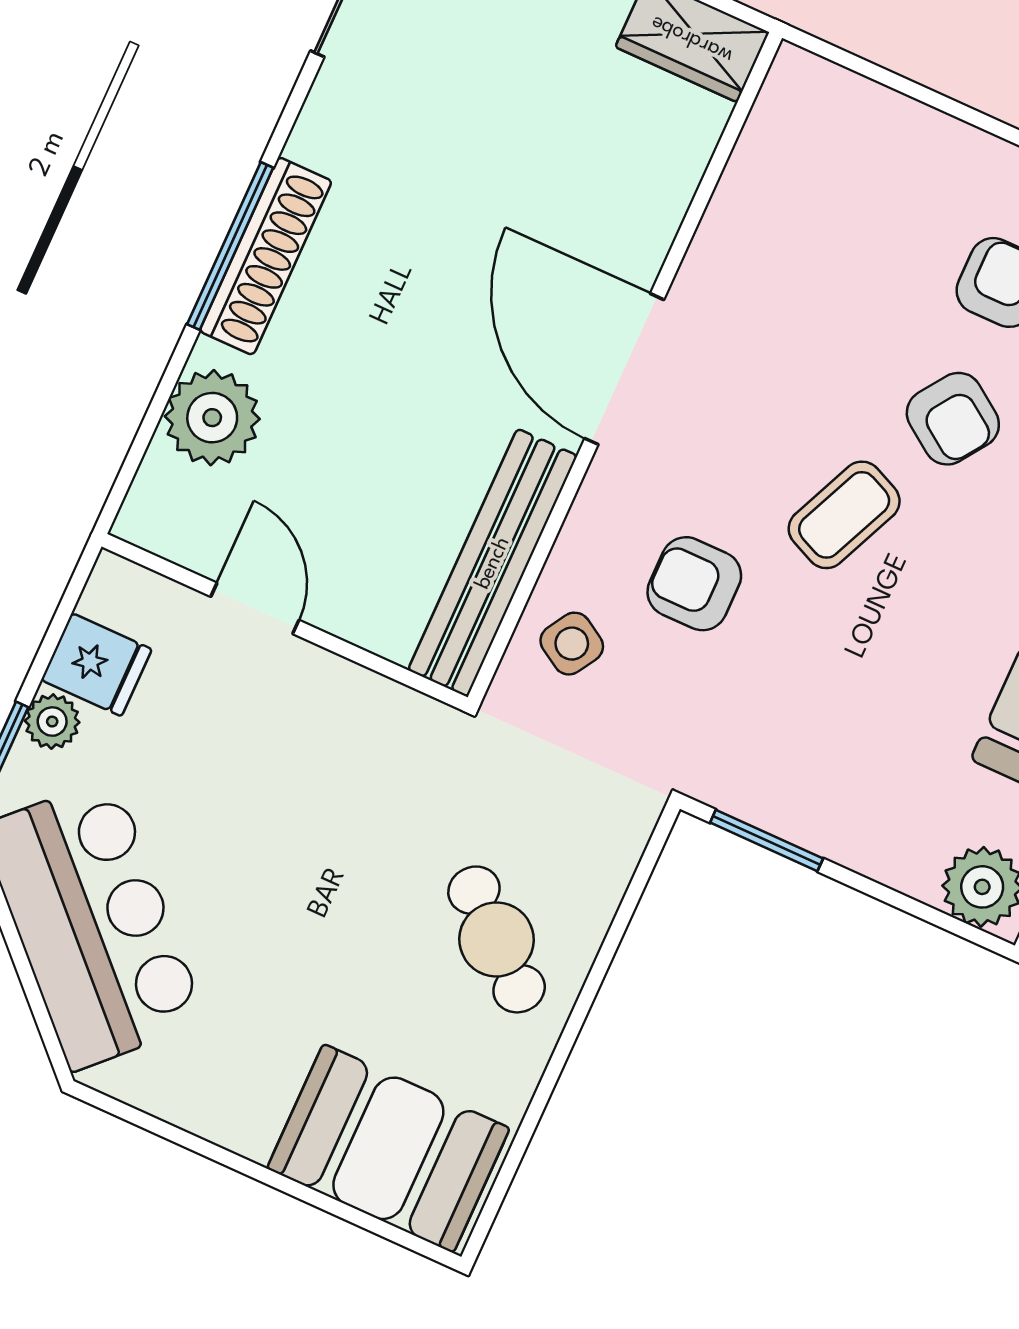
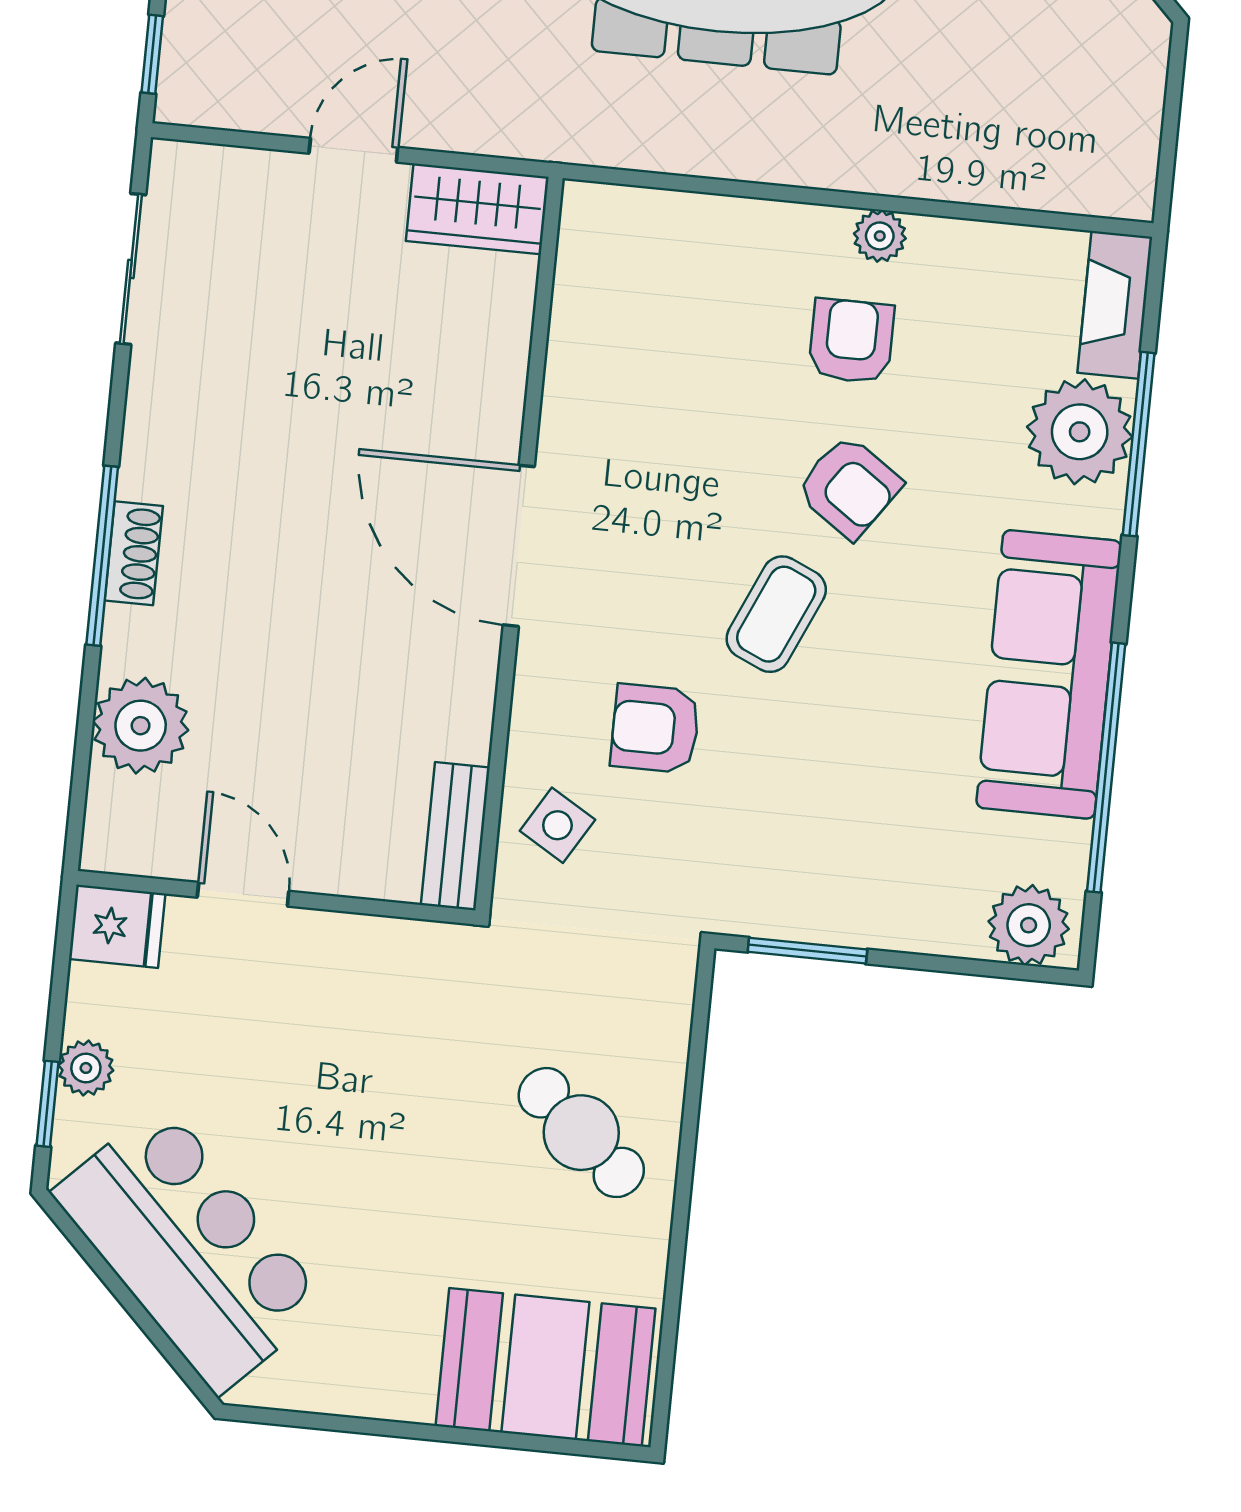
shoe rack: (266, 256) -> (134, 553), width x0.51, depth x0.81
bench: (493, 563) -> (455, 836), width x0.54, depth x0.82
fridge: (96, 665) -> (117, 926), moved

